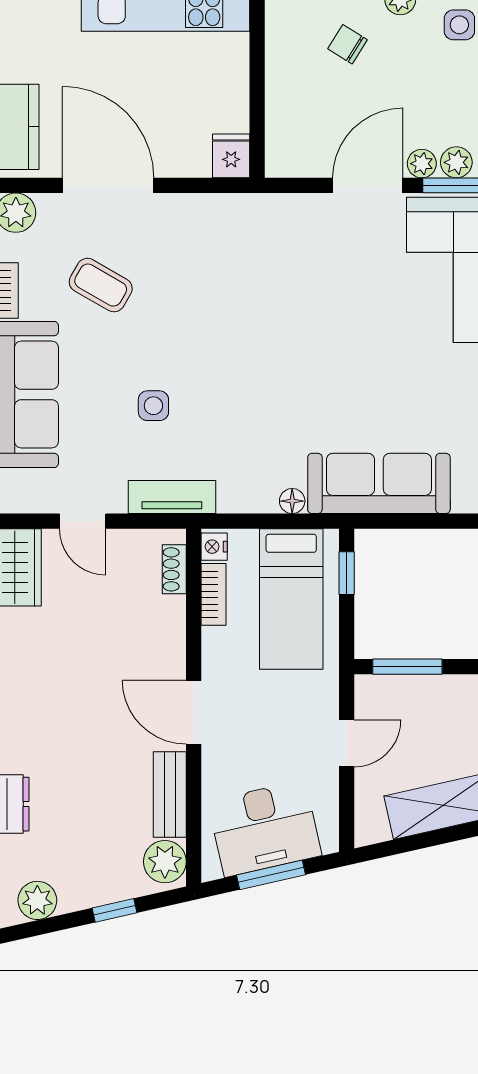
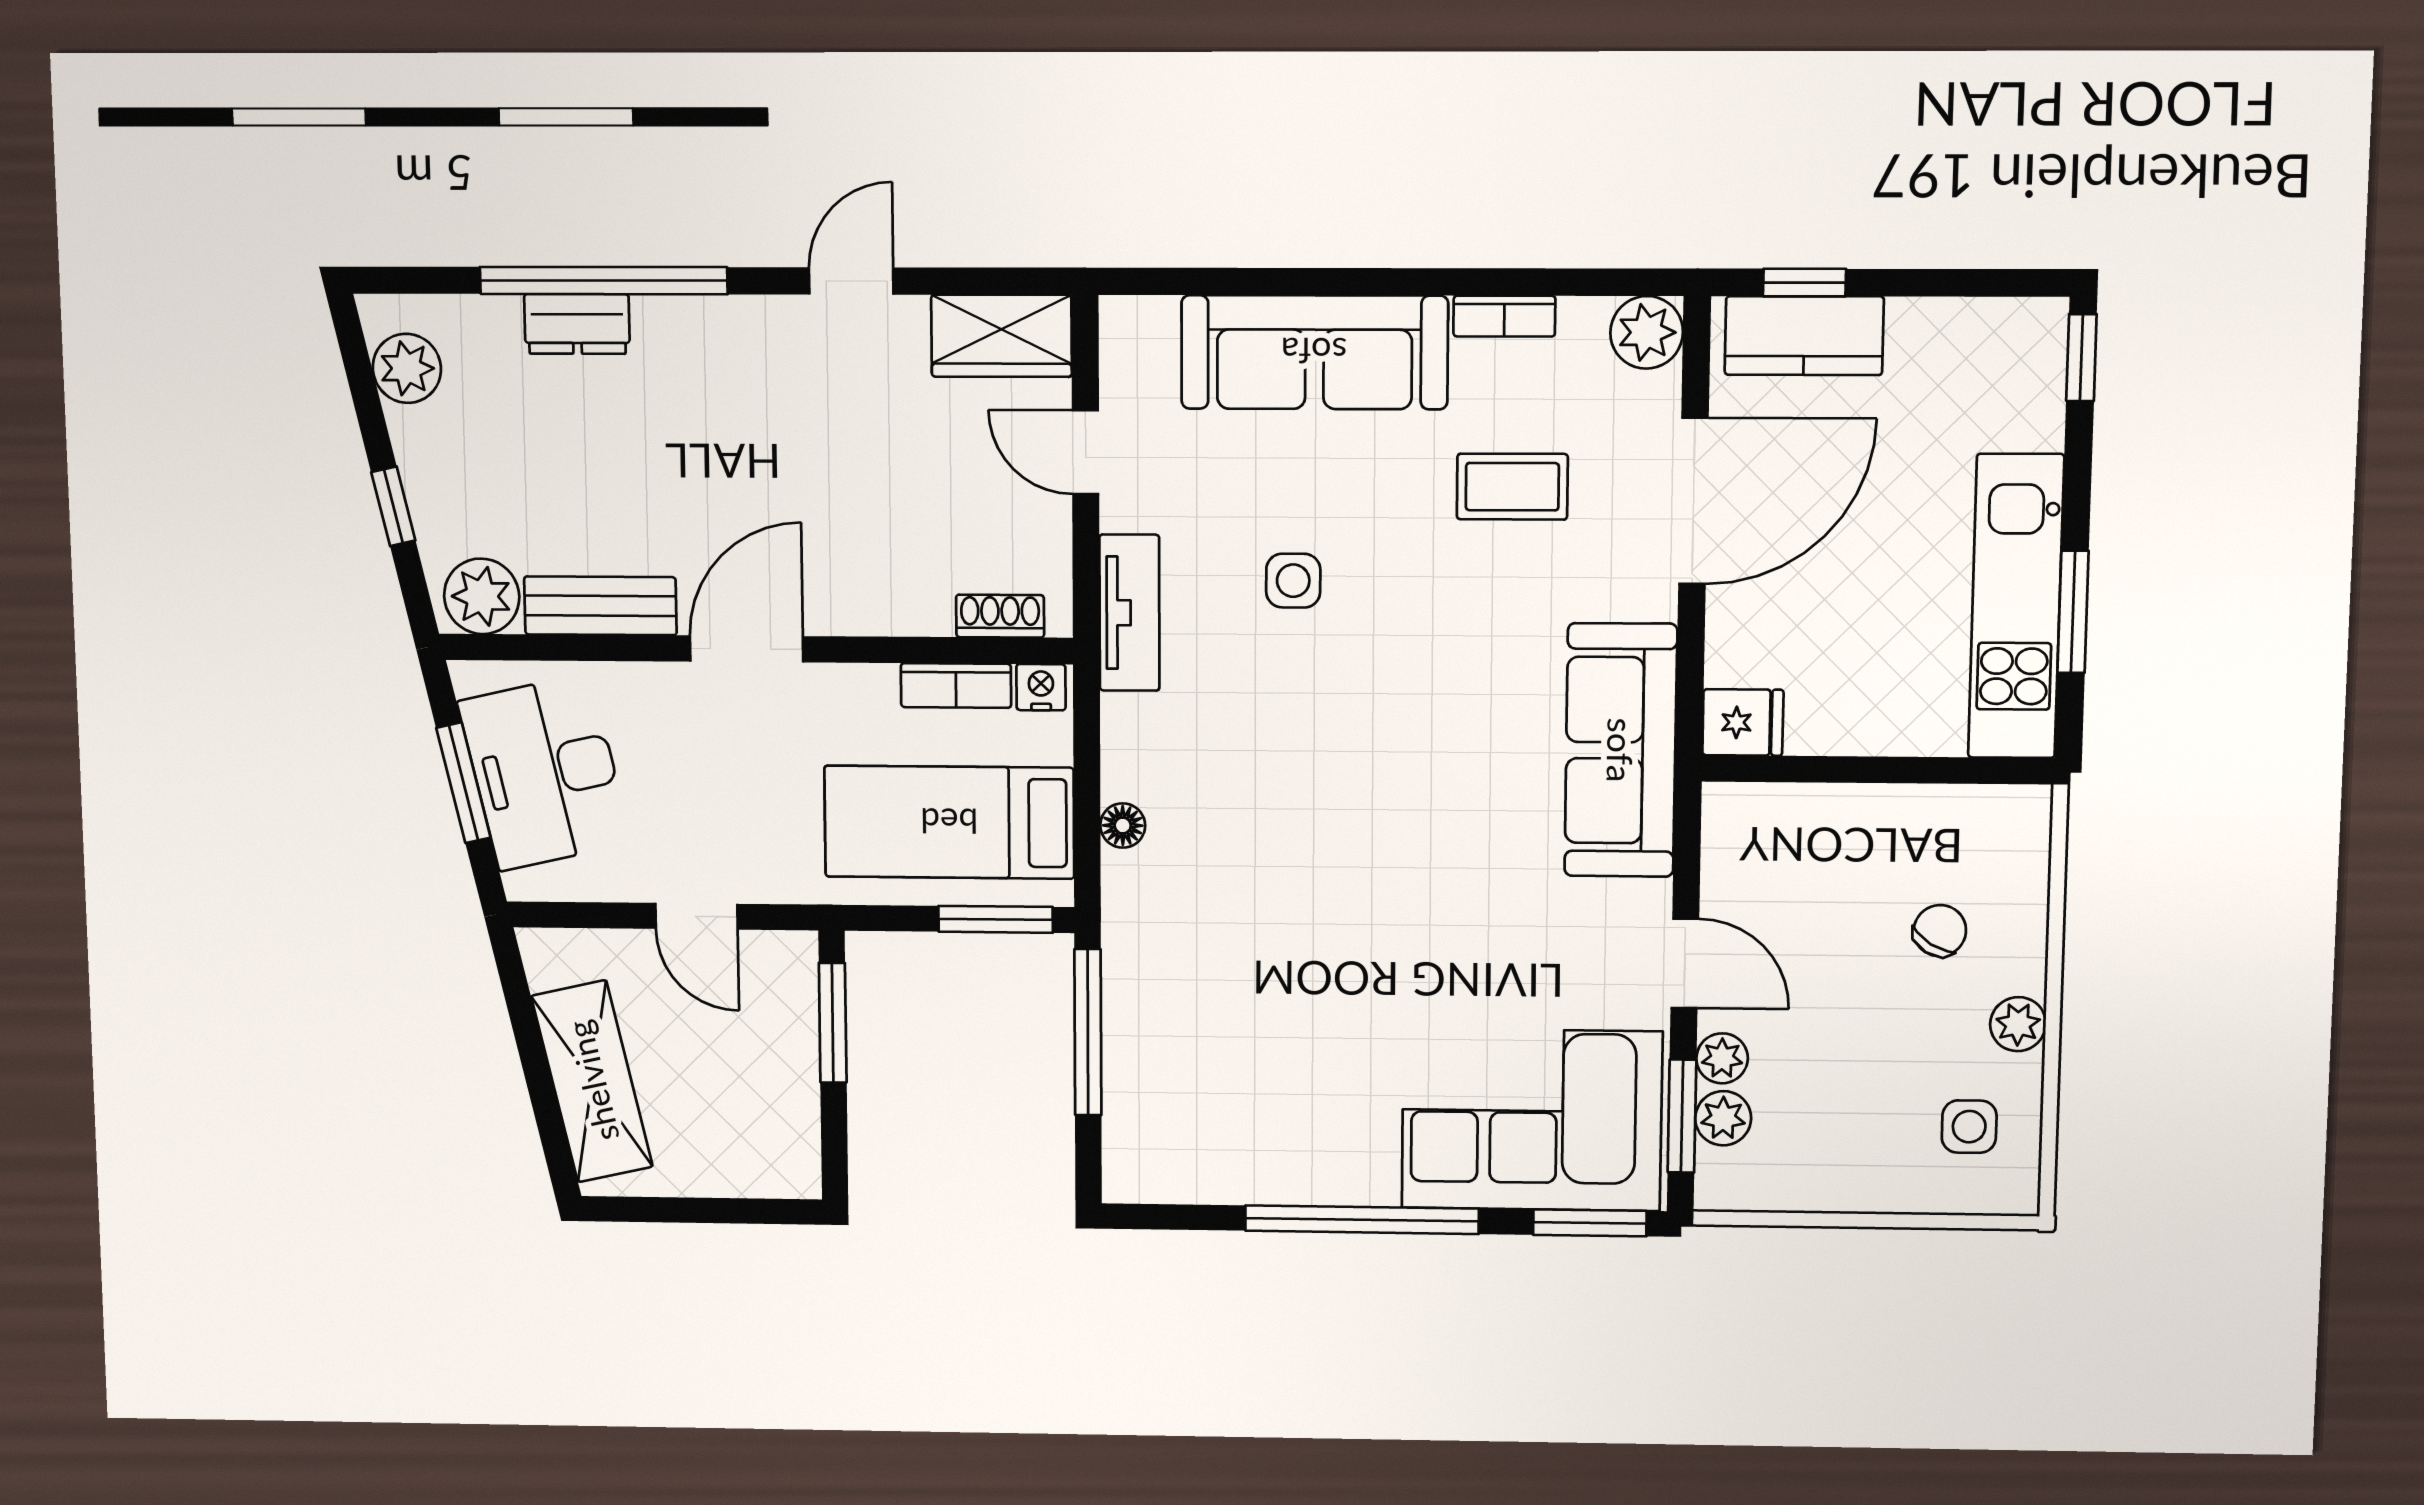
door: (368, 185) -> (1685, 963), width x0.73
coffee table: (101, 285) -> (1512, 487), turned 60
sofa: (379, 483) -> (1621, 750), moved, turned 180
door: (83, 521) -> (1086, 452), hinge flipped
window: (411, 521) -> (1088, 1032), added
window: (347, 573) -> (996, 919), width x1.50

